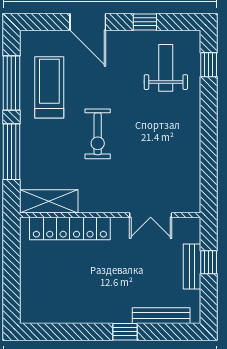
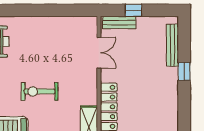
exercise bike: (98, 134) -> (40, 91), turned 180
bench: (192, 267) -> (119, 23), moved

